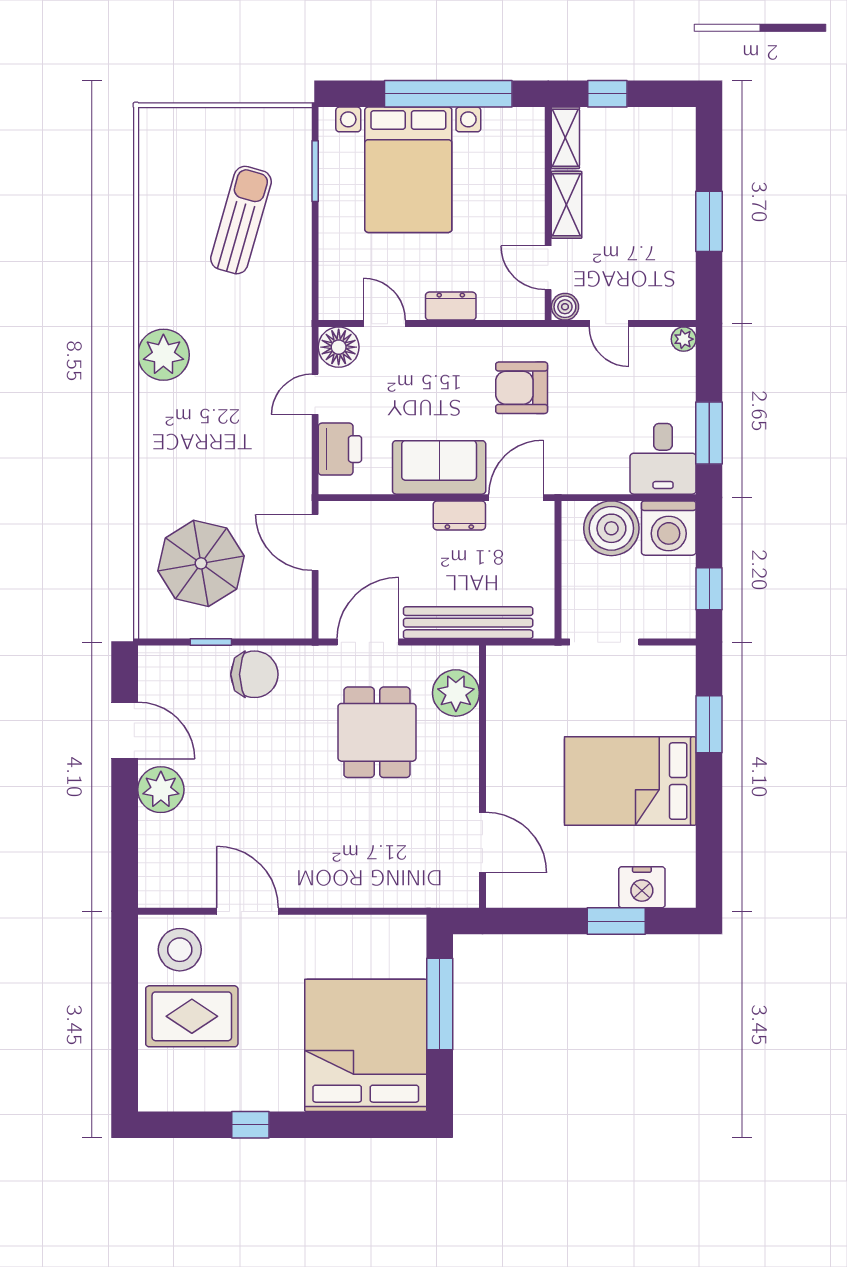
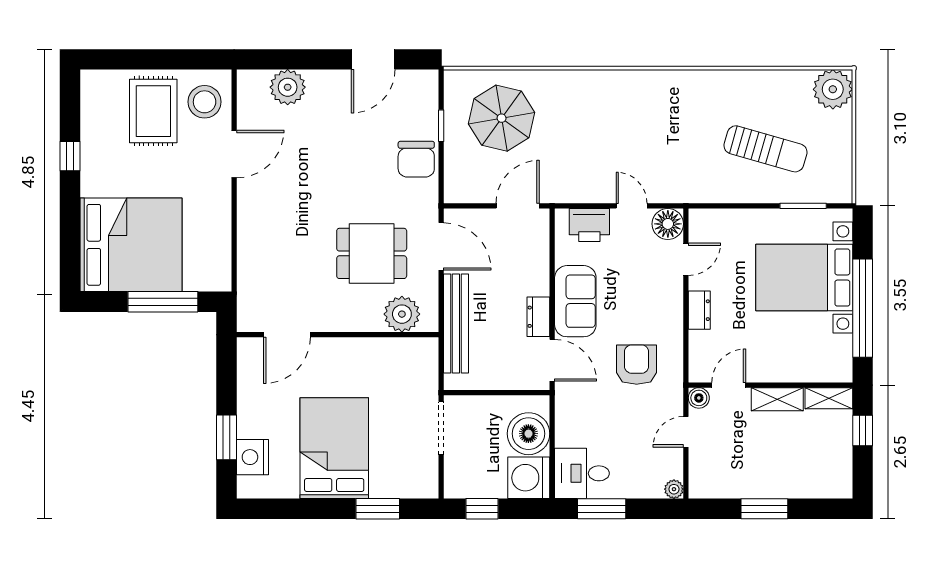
plant: (163, 355) -> (833, 89), moved
plant: (161, 790) -> (288, 87), moved

